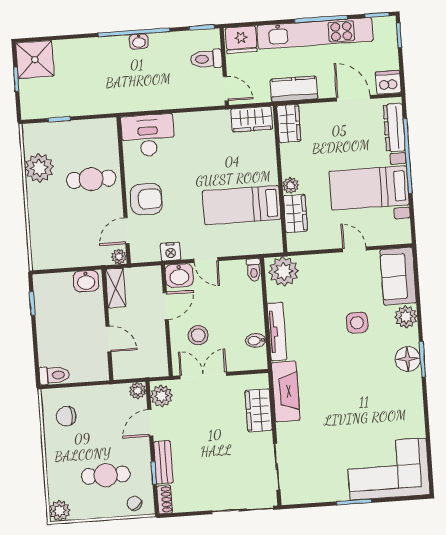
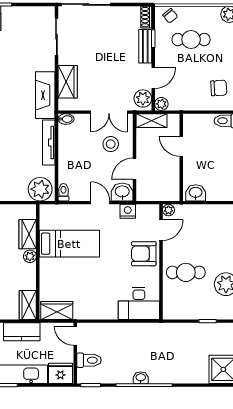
shelving: (116, 288) -> (151, 121), moved, turned 90
bidet: (256, 340) -> (66, 119), moved

